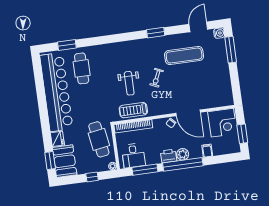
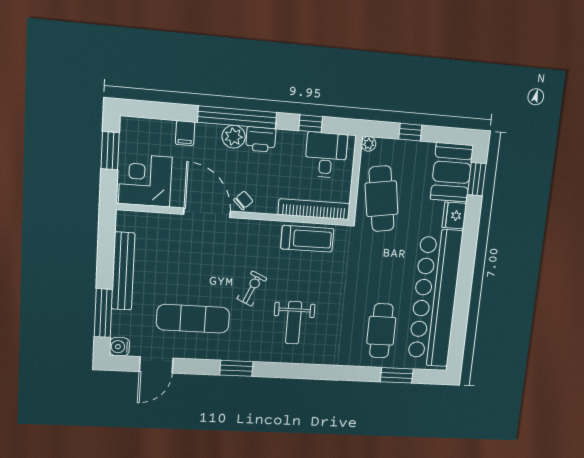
bench: (225, 74) -> (123, 271), added
weight bench: (129, 83) -> (294, 323), moved, turned 180
window: (145, 170) -> (311, 124), width x0.46

